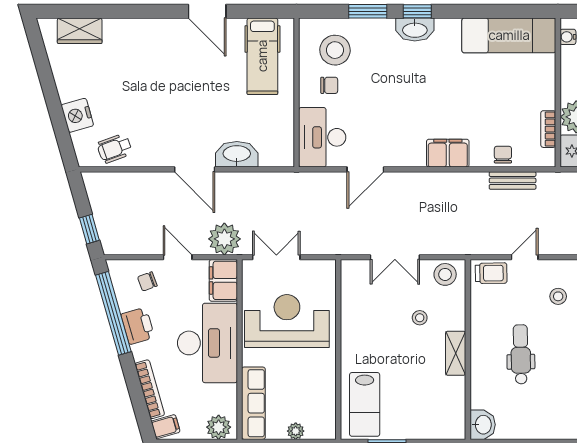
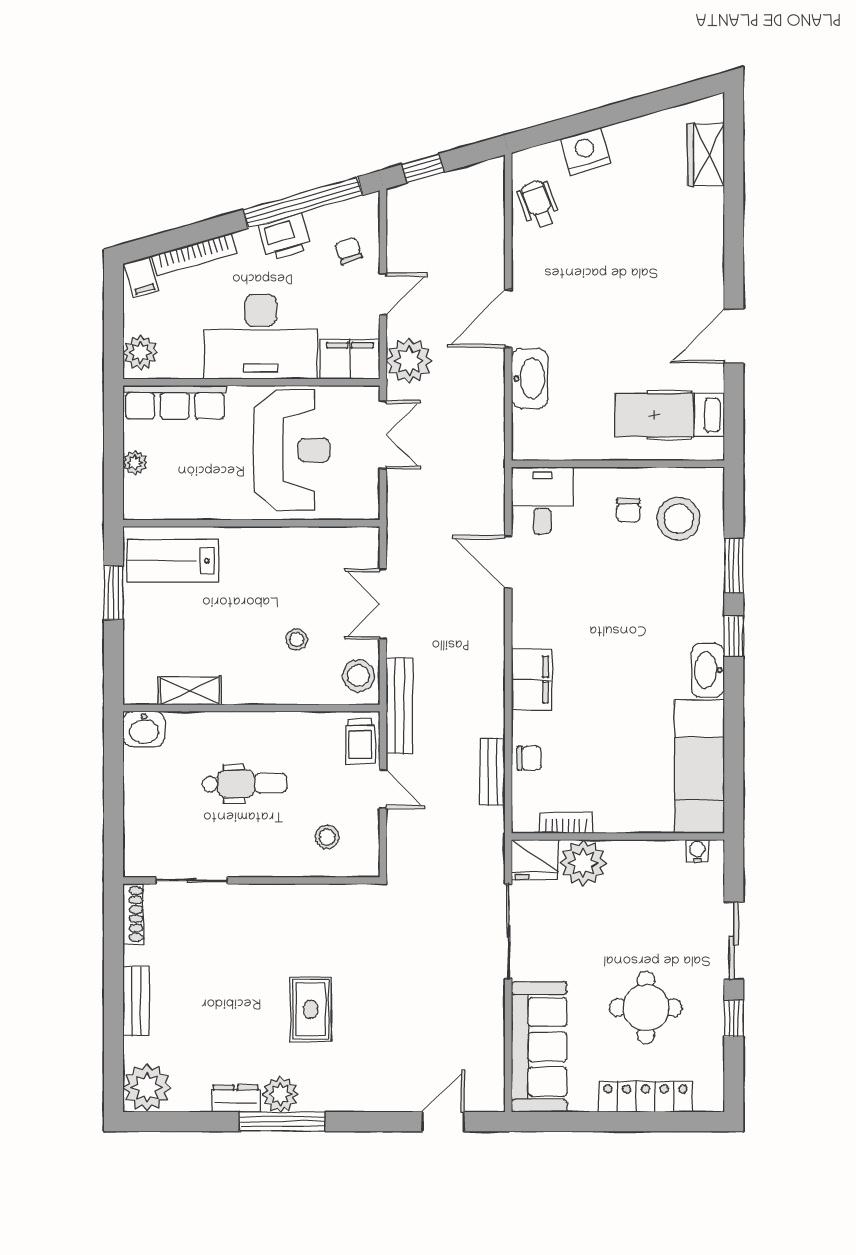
washbasin: (415, 29) -> (708, 670), moved
desk: (322, 137) -> (542, 500), width x0.73
bench: (466, 246) -> (399, 706), added
shelving: (456, 353) -> (190, 691), moved

